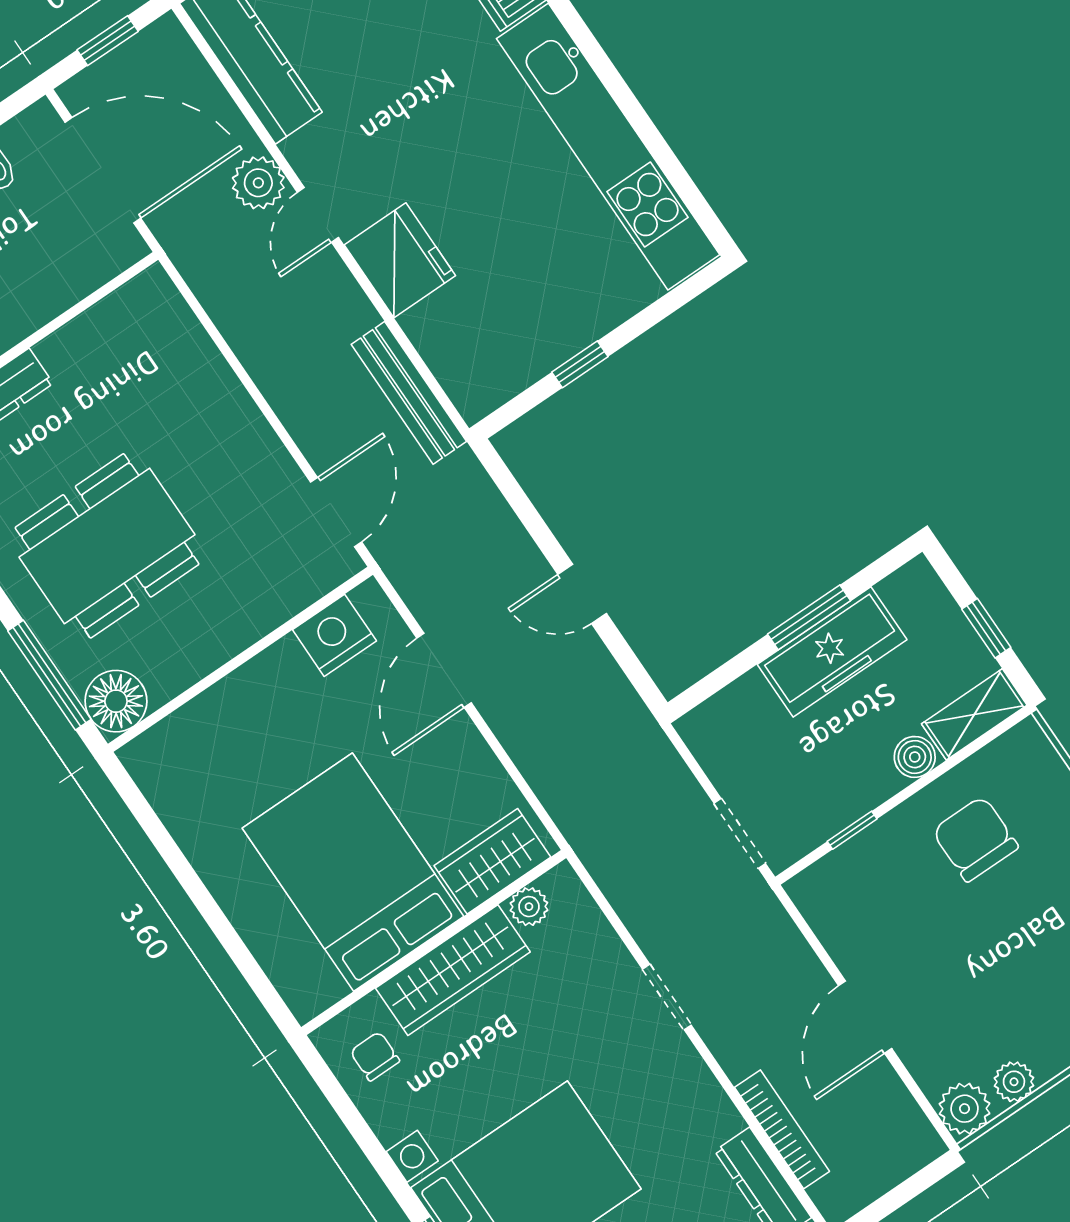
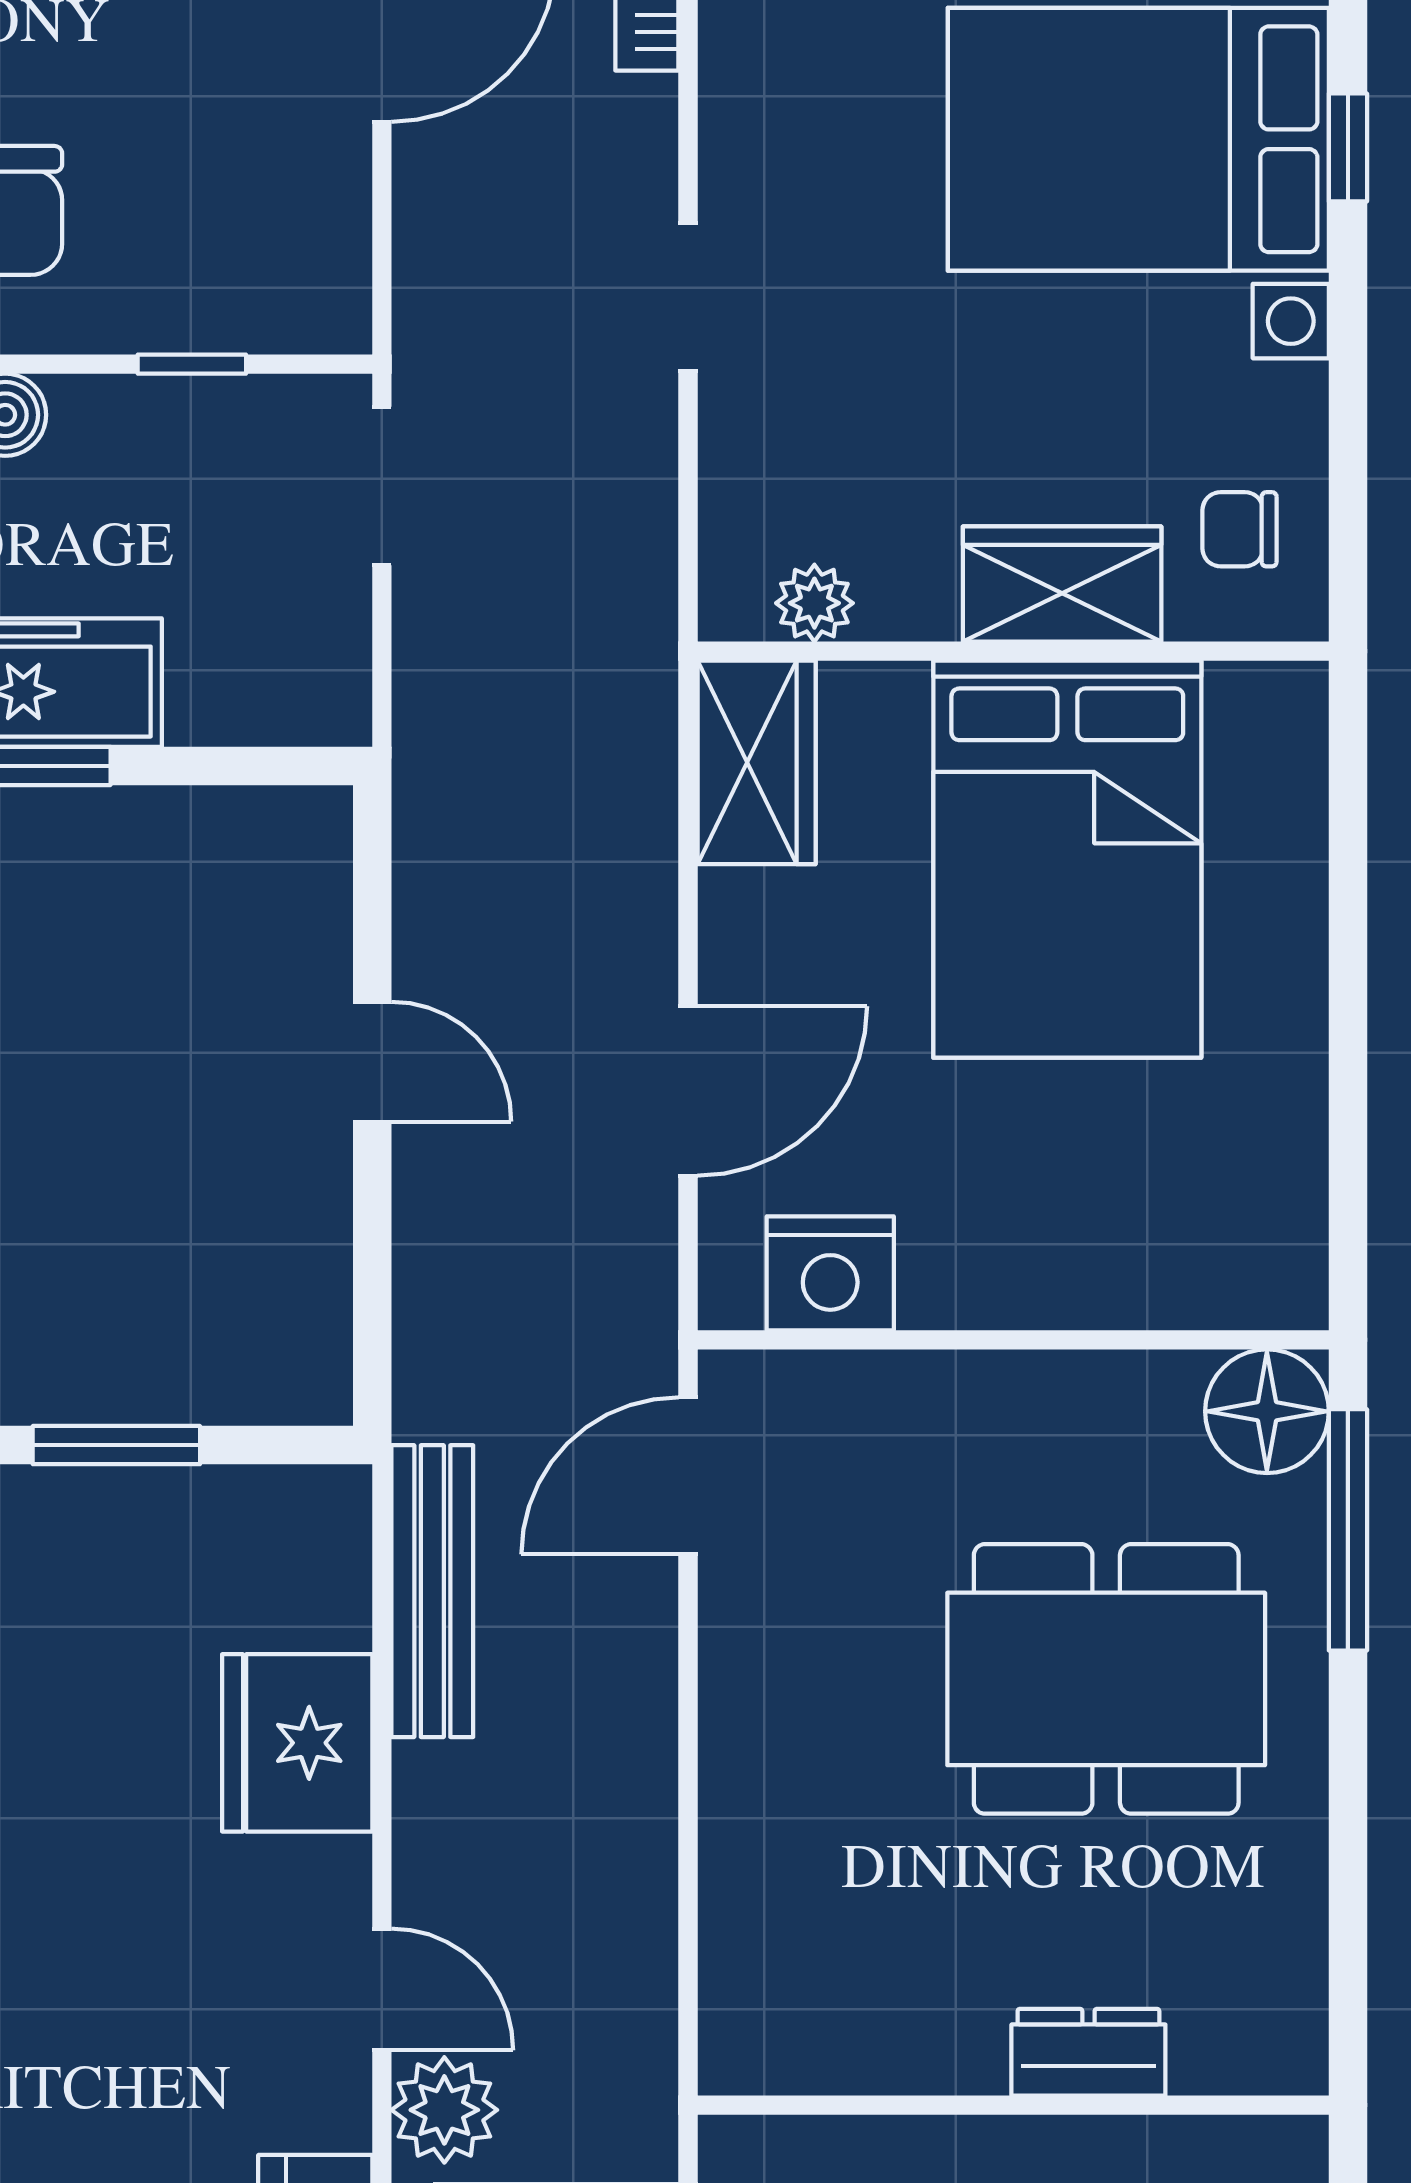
door: (318, 215) -> (382, 1989), hinge flipped
fridge: (400, 260) -> (297, 1743), moved
window: (580, 364) -> (116, 1445), width x1.50
wardrobe: (492, 861) -> (757, 762), moved, turned -90
wardrobe: (453, 970) -> (1062, 584), width x0.67
chair: (375, 1056) -> (1239, 529), turned 90

